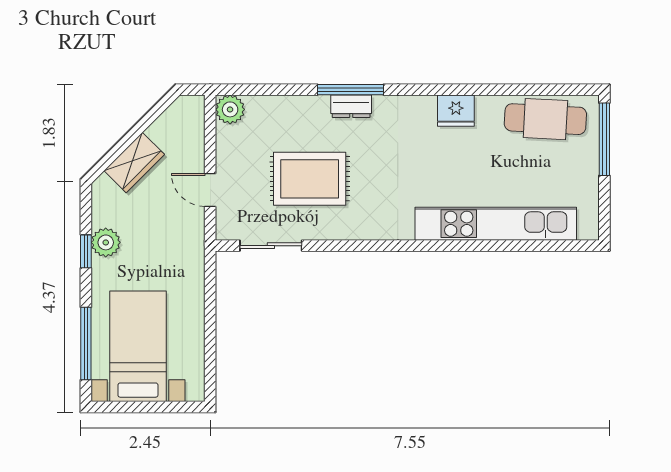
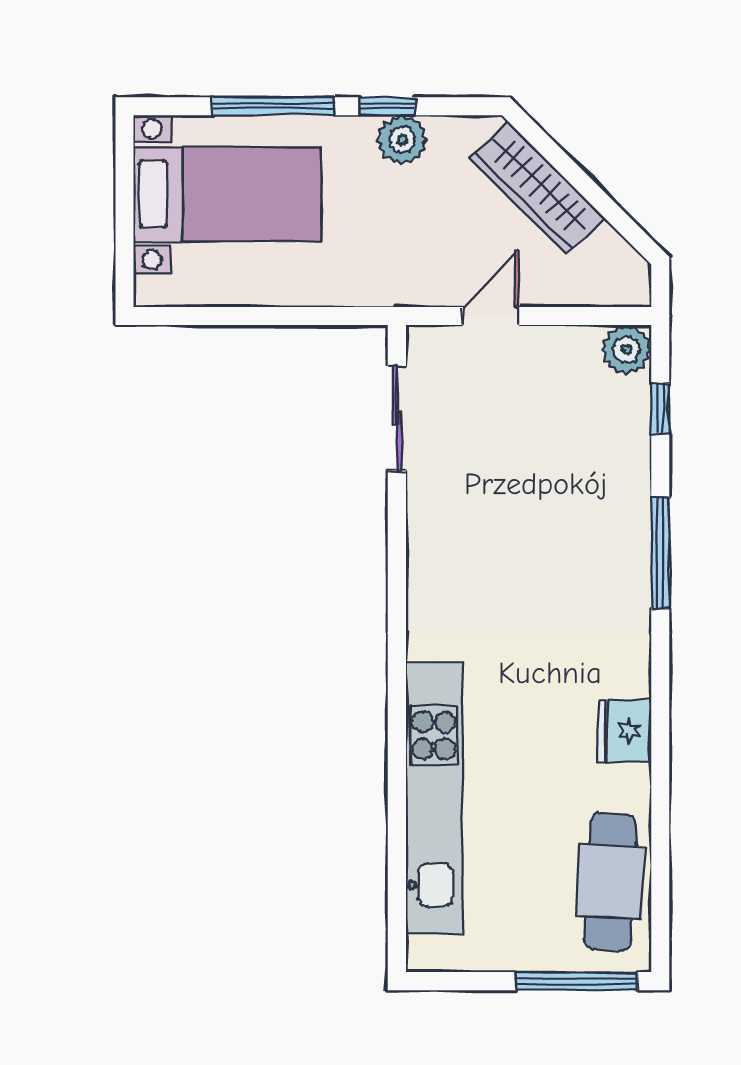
window: (265, 90) -> (660, 409), added
dresser: (351, 106) -> (632, 554), removed
wardrobe: (134, 163) -> (537, 188), width x1.50
rug: (310, 179) -> (510, 484), removed
window: (86, 344) -> (273, 106), moved

